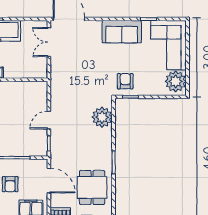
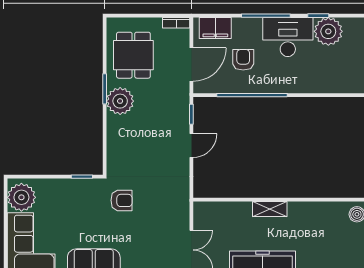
armchair: (125, 81) -> (122, 200), moved, turned -90
plant: (102, 117) -> (120, 101), moved
door: (49, 181) -> (191, 65), swing flipped

